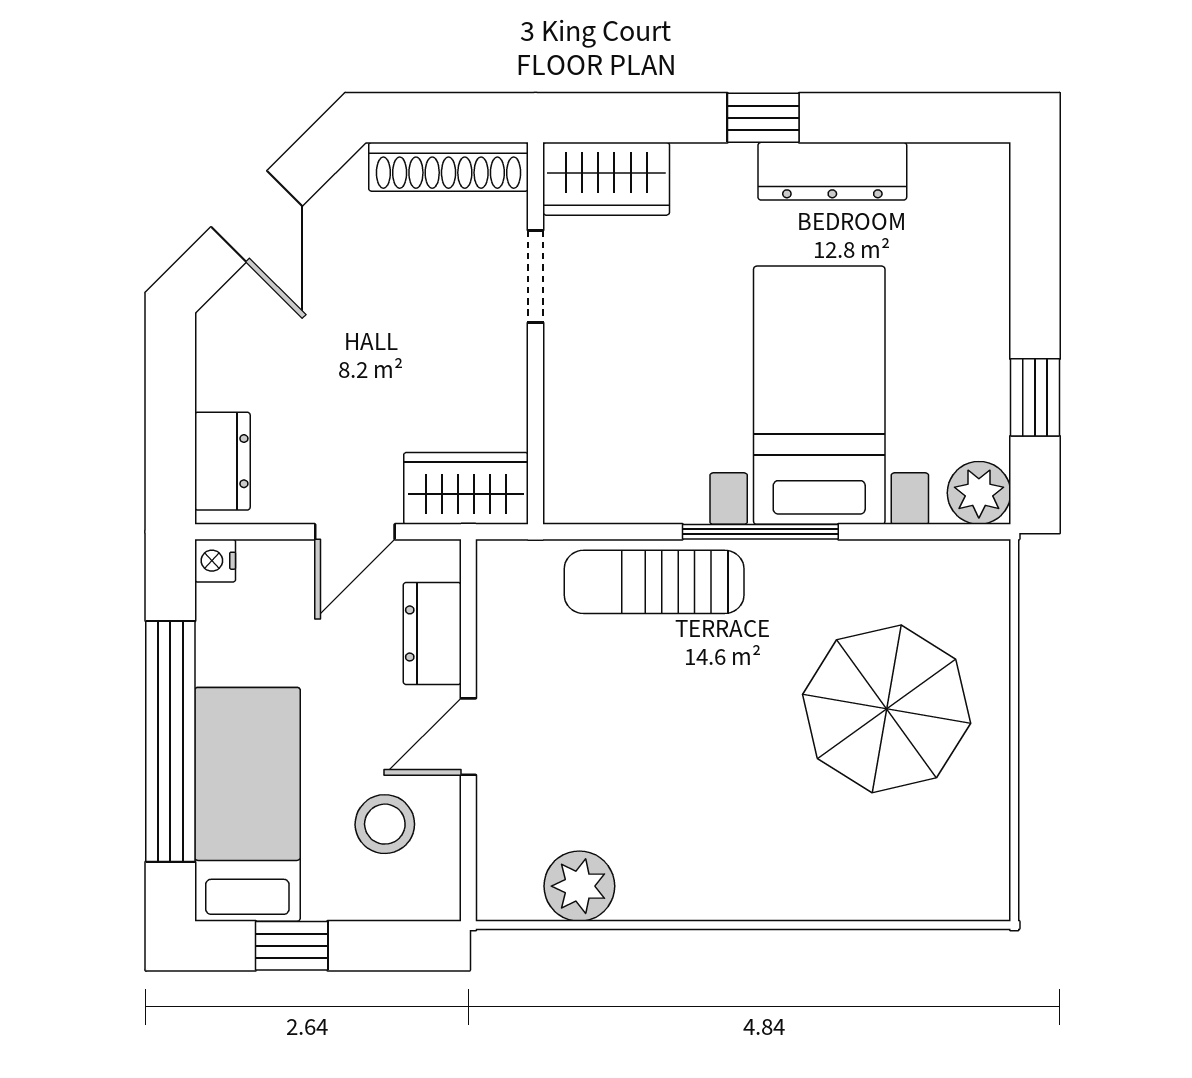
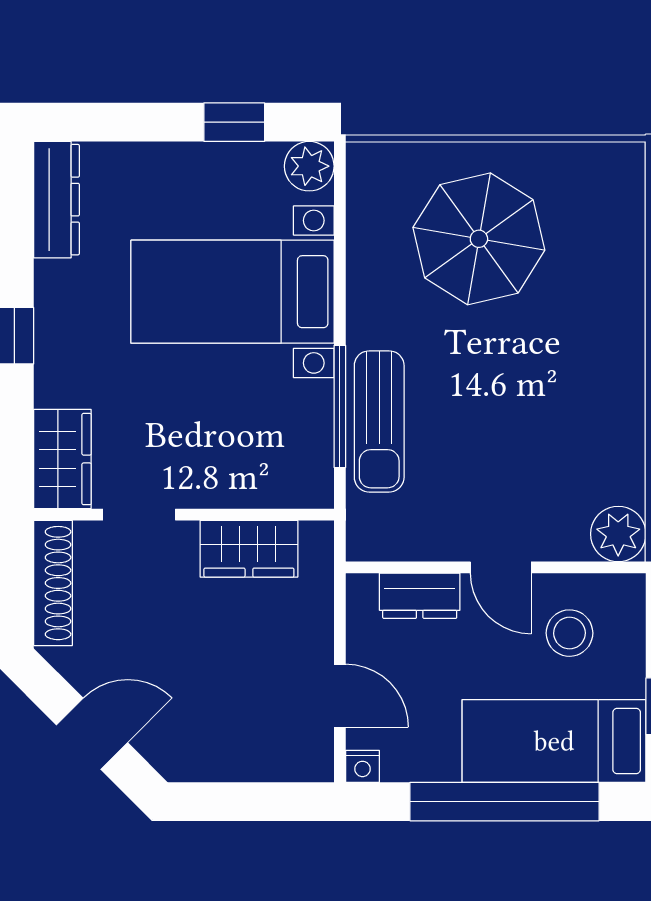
dresser: (832, 171) -> (56, 200), moved
dresser: (222, 461) -> (284, 761), removed
wardrobe: (466, 488) -> (249, 549), moved, turned -90
door: (355, 532) -> (340, 696), moved
window: (760, 532) -> (340, 406), moved
plant: (579, 886) -> (618, 534), moved

